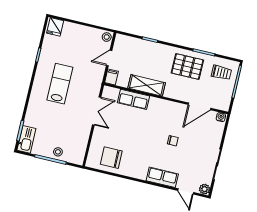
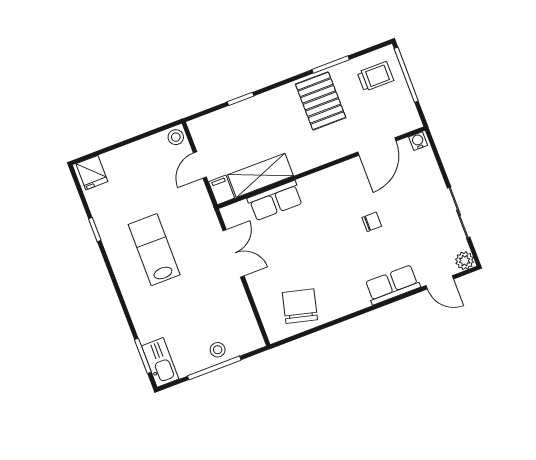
pallet: (187, 66) -> (321, 101), turned 90
shelving: (147, 85) -> (261, 175), moved
chair: (111, 158) -> (300, 306), turned 104

